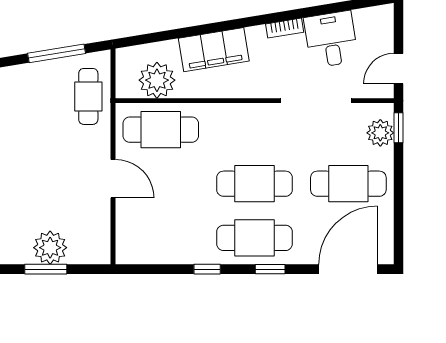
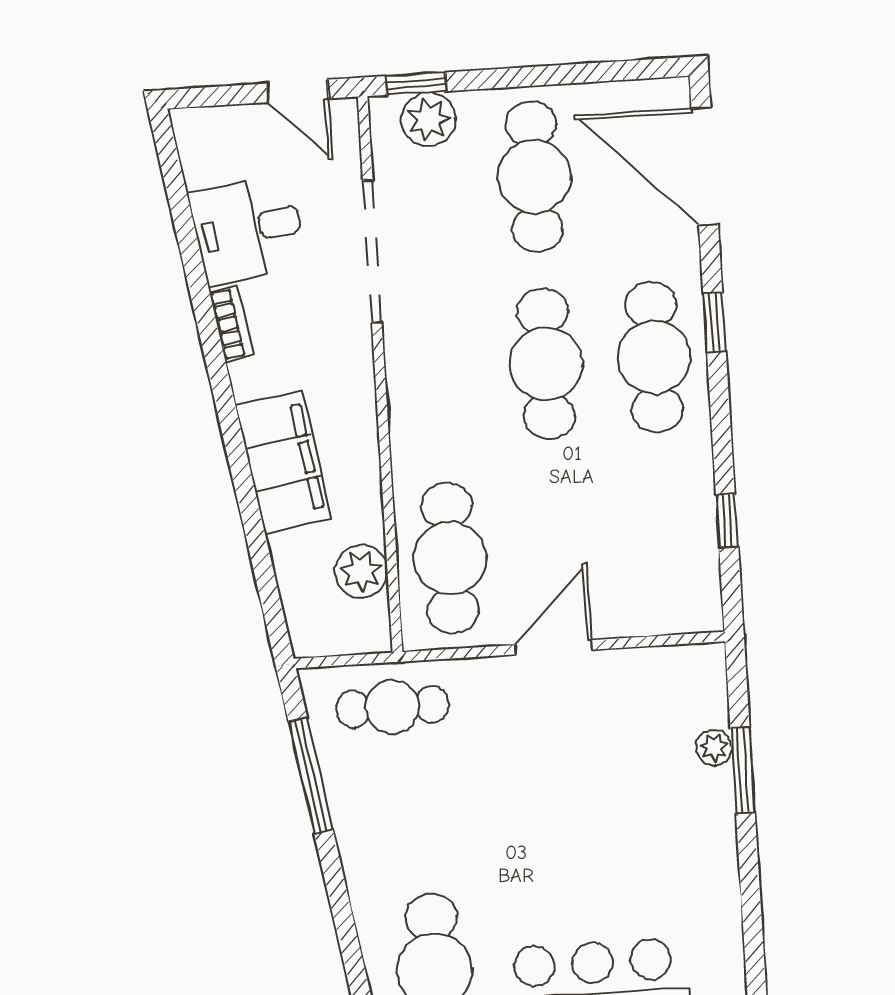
plant: (157, 80) -> (361, 571), width x0.73, depth x0.73
plant: (50, 248) -> (714, 748), width x0.53, depth x0.53
window: (207, 269) -> (727, 521), moved

